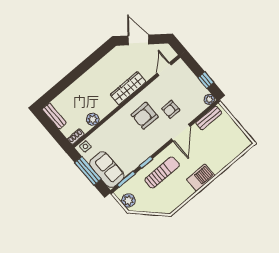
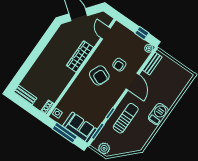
armchair: (145, 116) -> (99, 75), turned -68
plant: (93, 119) -> (58, 90), removed

